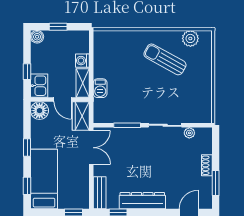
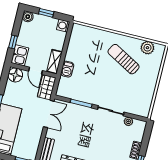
washing machine: (82, 61) -> (63, 26), moved

